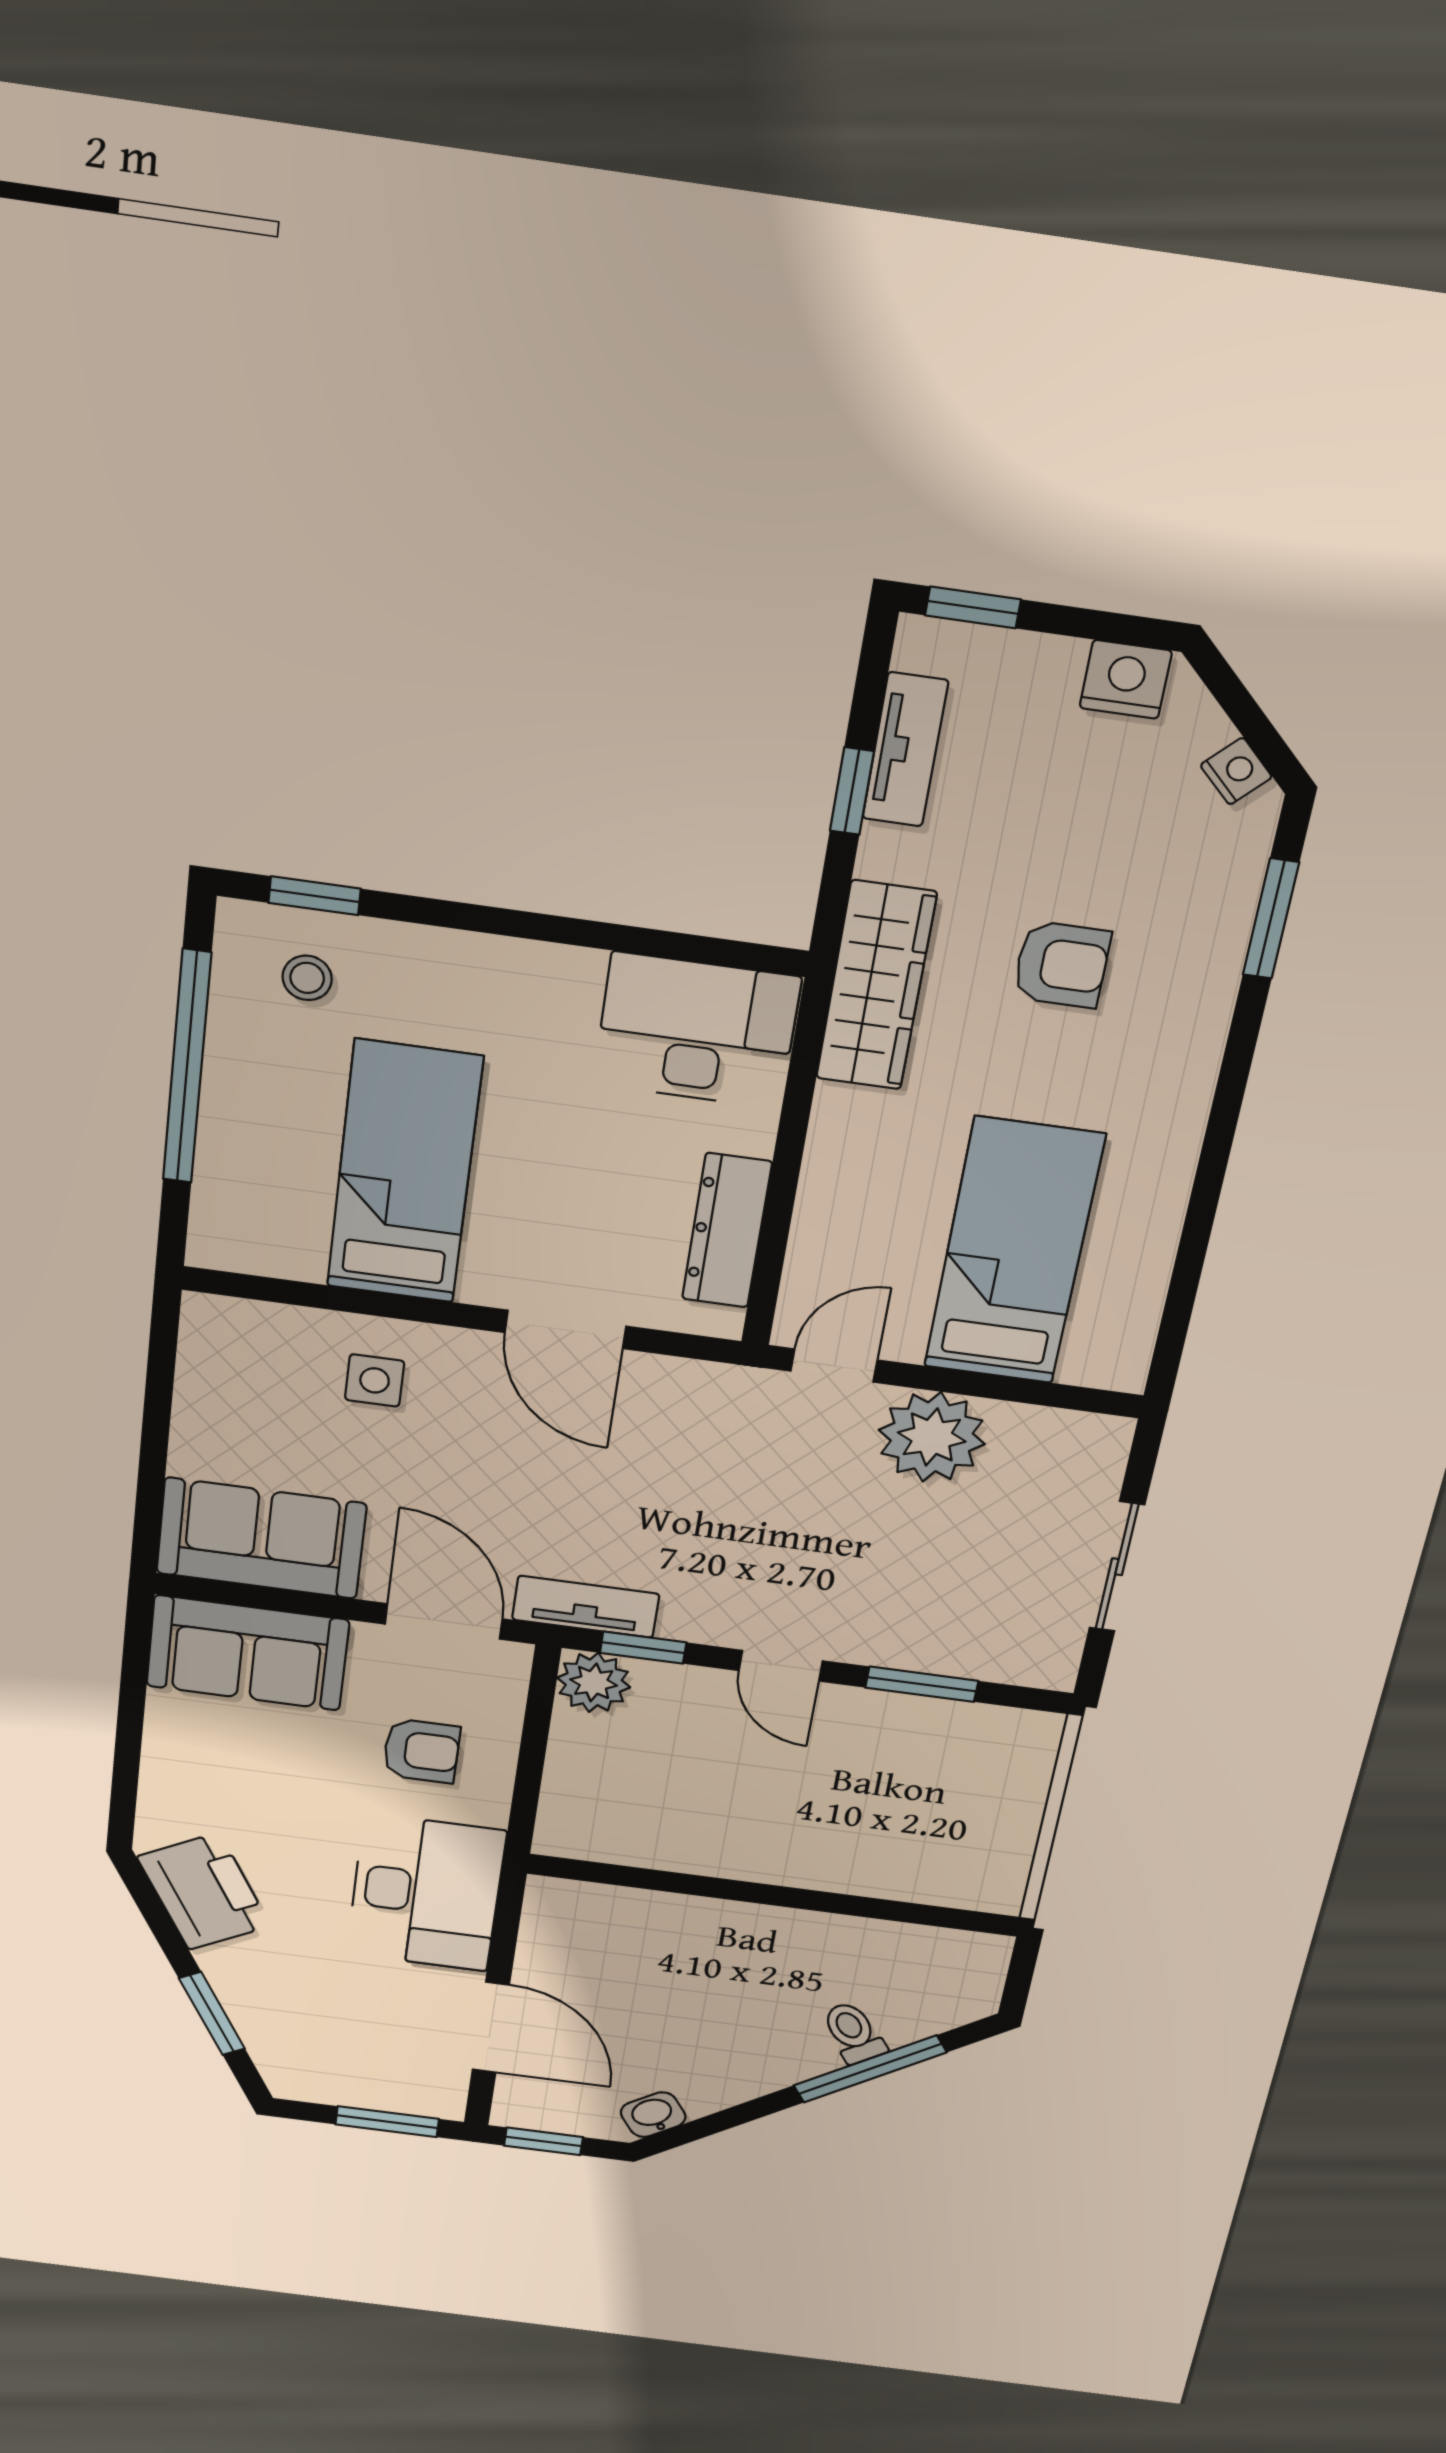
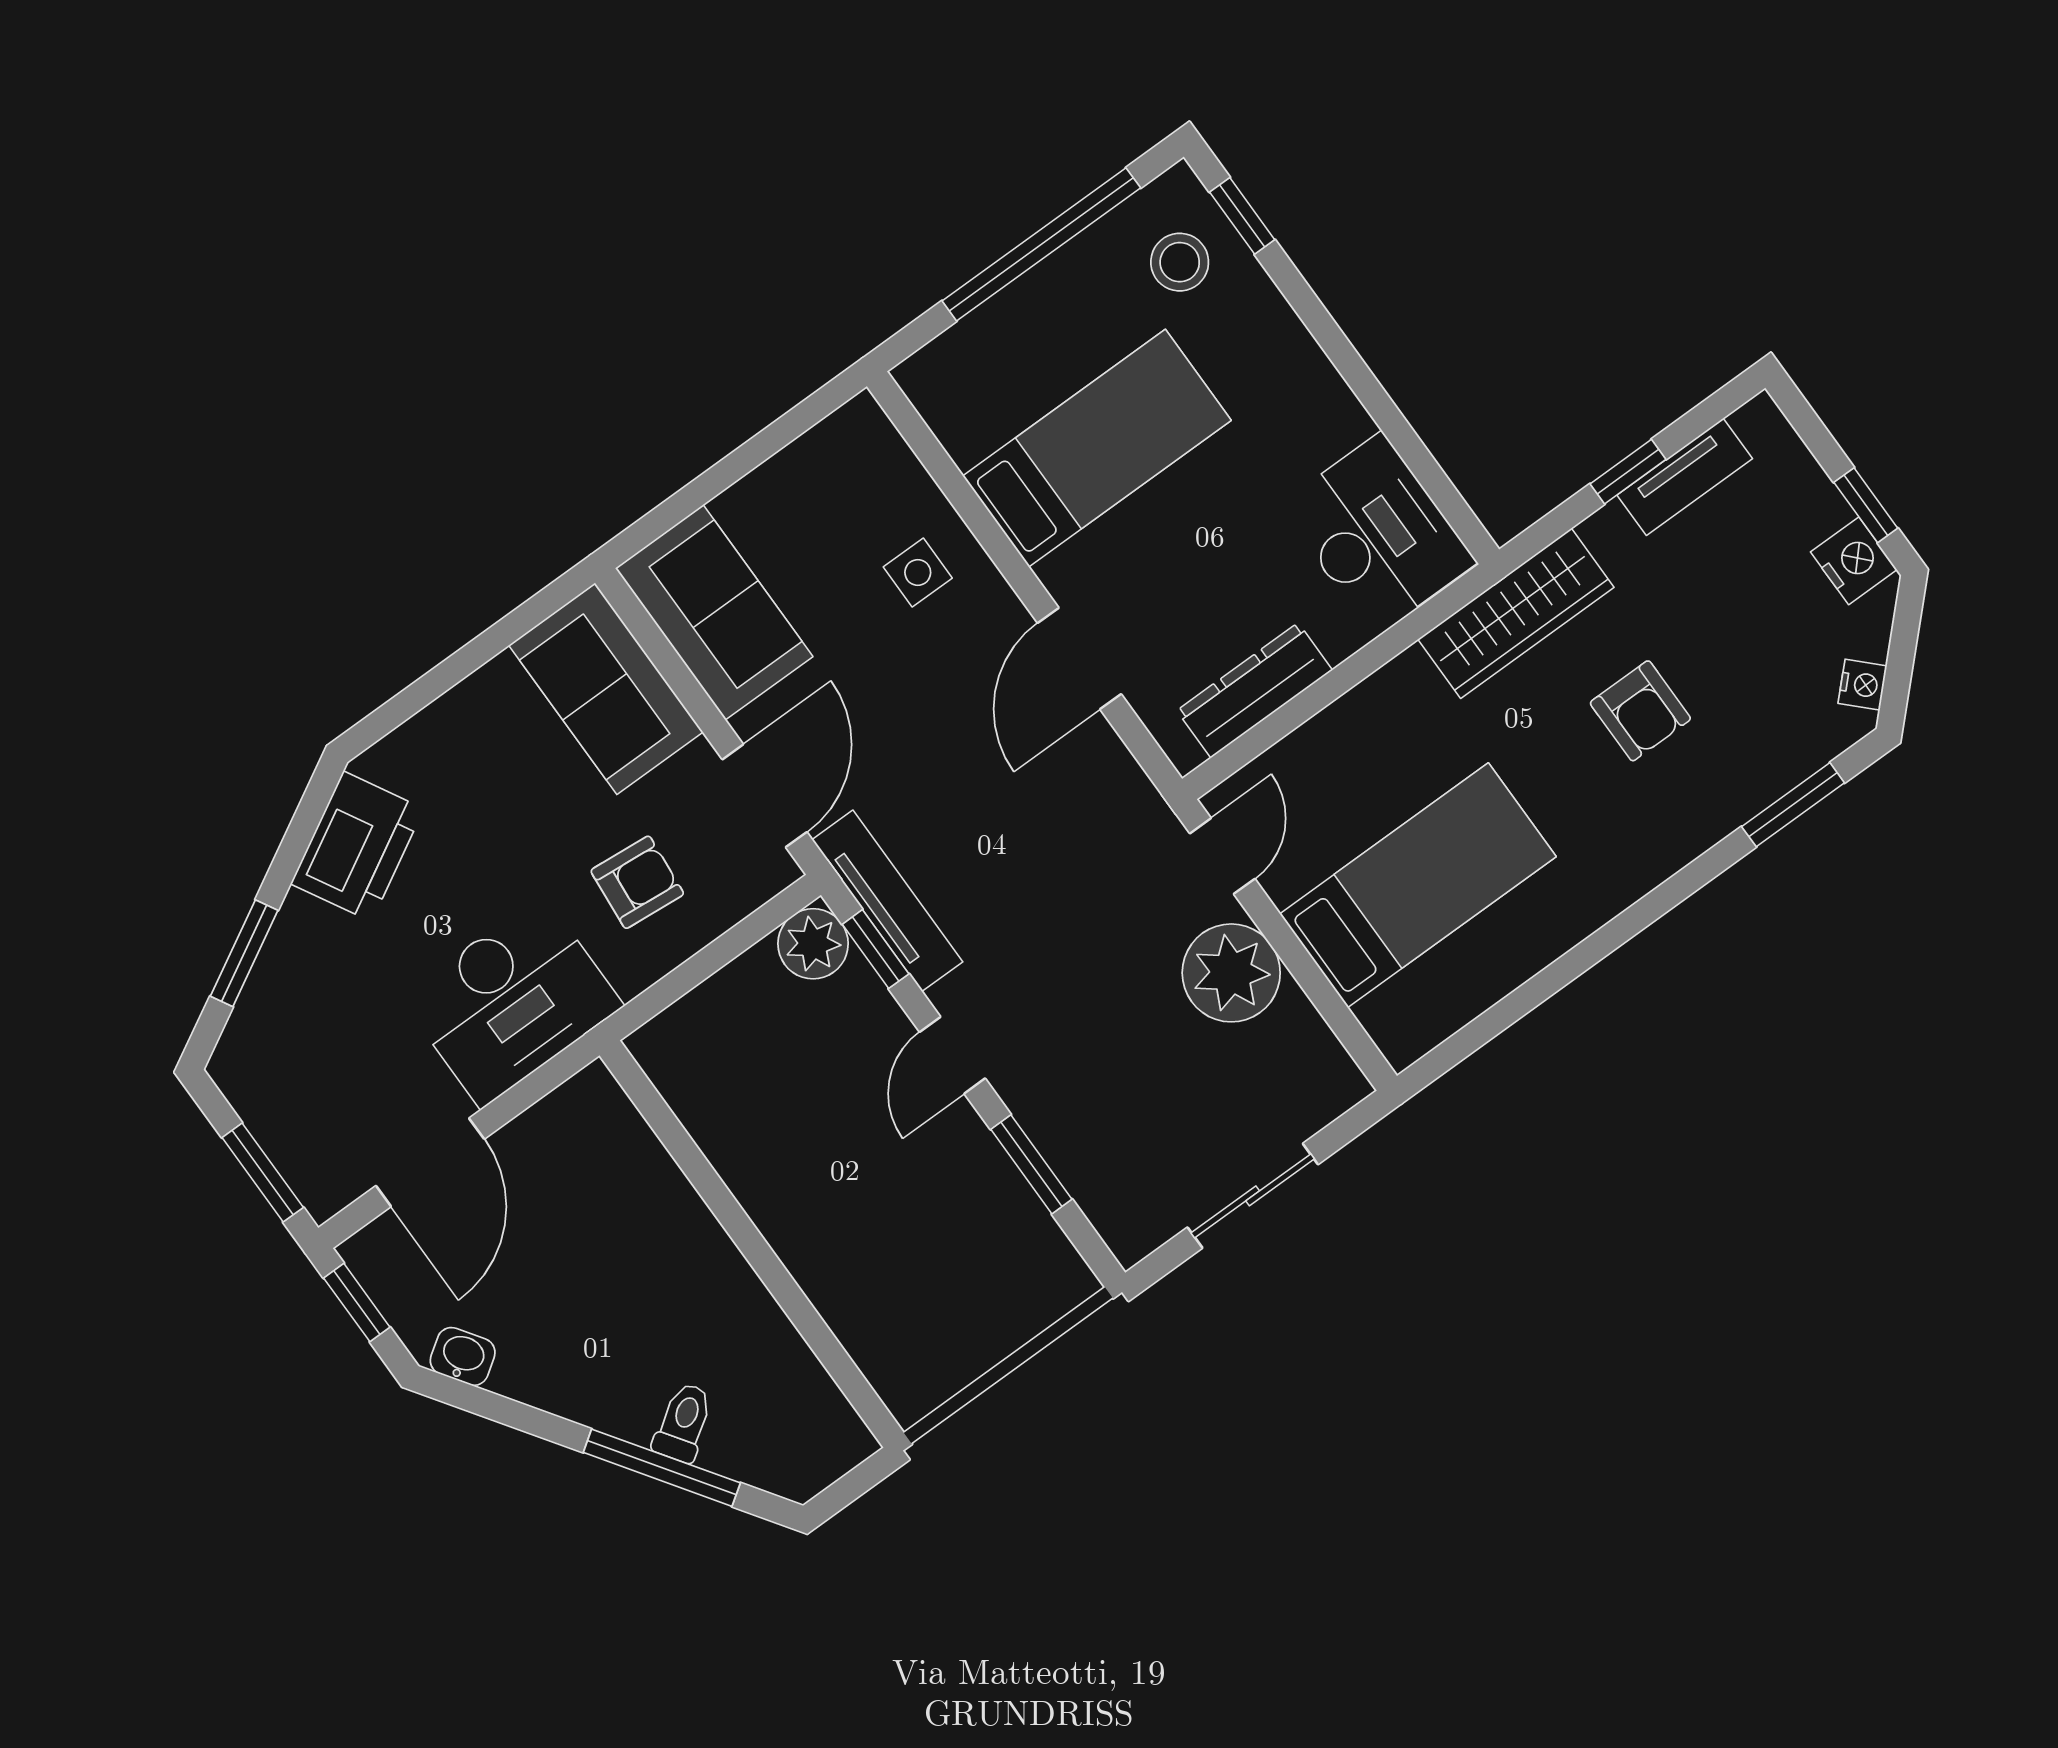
window: (973, 607) -> (1866, 505), moved
stool: (307, 978) -> (1180, 262), width x1.37, depth x1.37
door: (834, 1366) -> (1222, 856), hinge flipped
tv unit: (586, 1607) -> (887, 901), width x1.41
armchair: (421, 1751) -> (637, 882), turned -85

